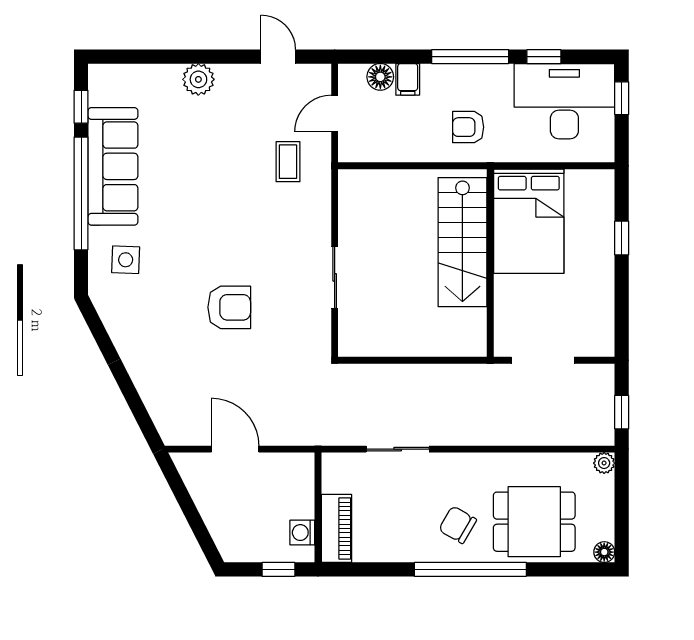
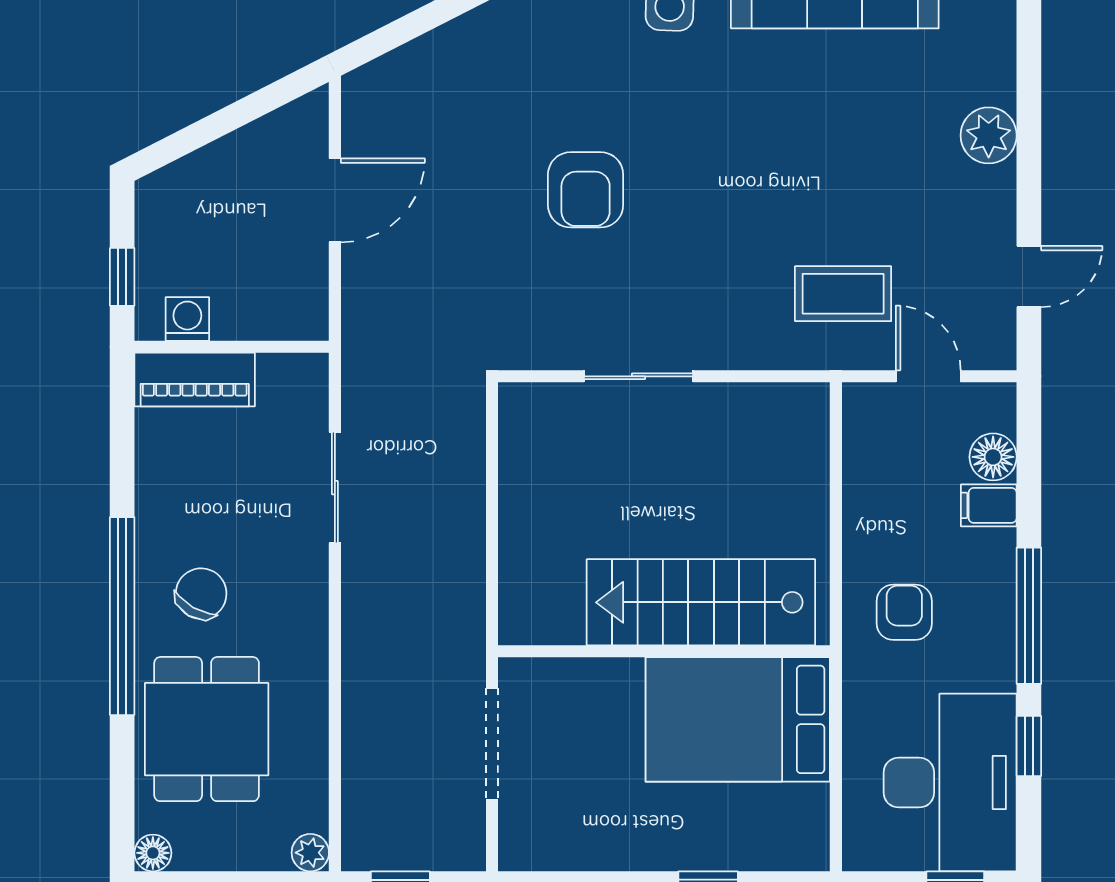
coffee table: (288, 162) -> (843, 294), width x1.36, depth x1.30

